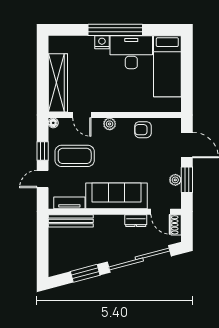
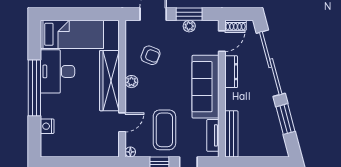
nightstand: (102, 42) -> (47, 126), moved
wardrobe: (58, 83) -> (109, 81), moved, turned -90
plant: (110, 124) -> (131, 82), moved
armchair: (143, 130) -> (150, 55), moved, turned -69
dresser: (136, 221) -> (231, 72), width x1.44

